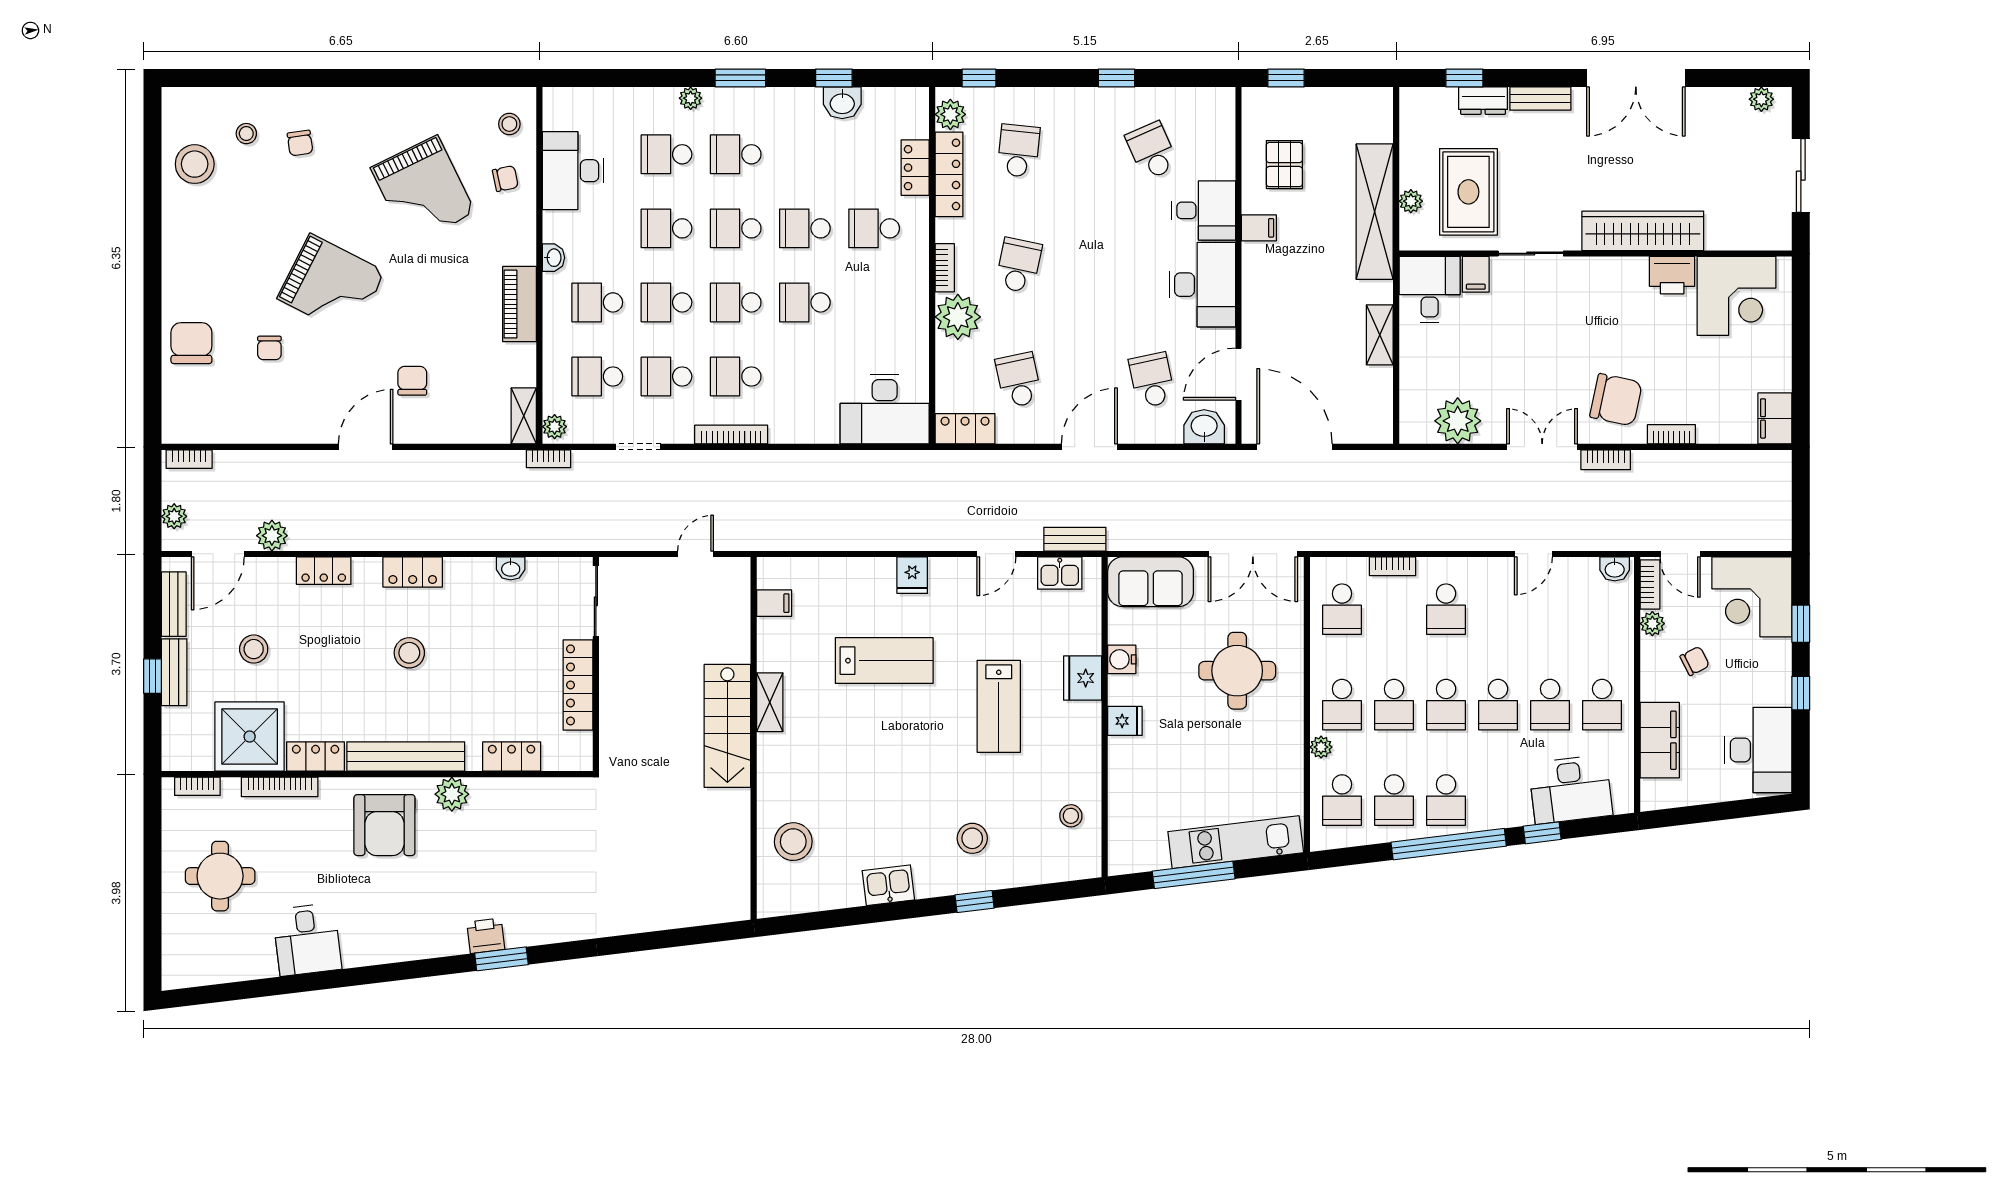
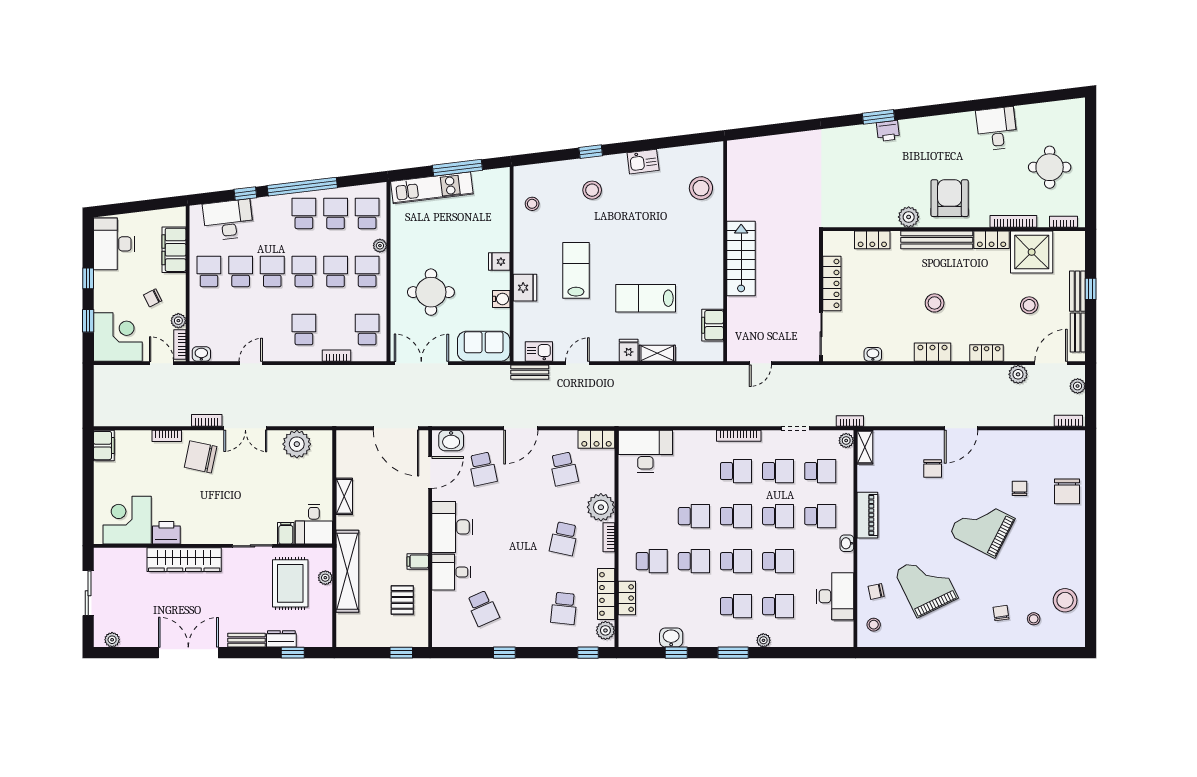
filing cabinet: (774, 603) -> (713, 325), width x2.00
shelving: (770, 702) -> (657, 353), moved, turned 90

